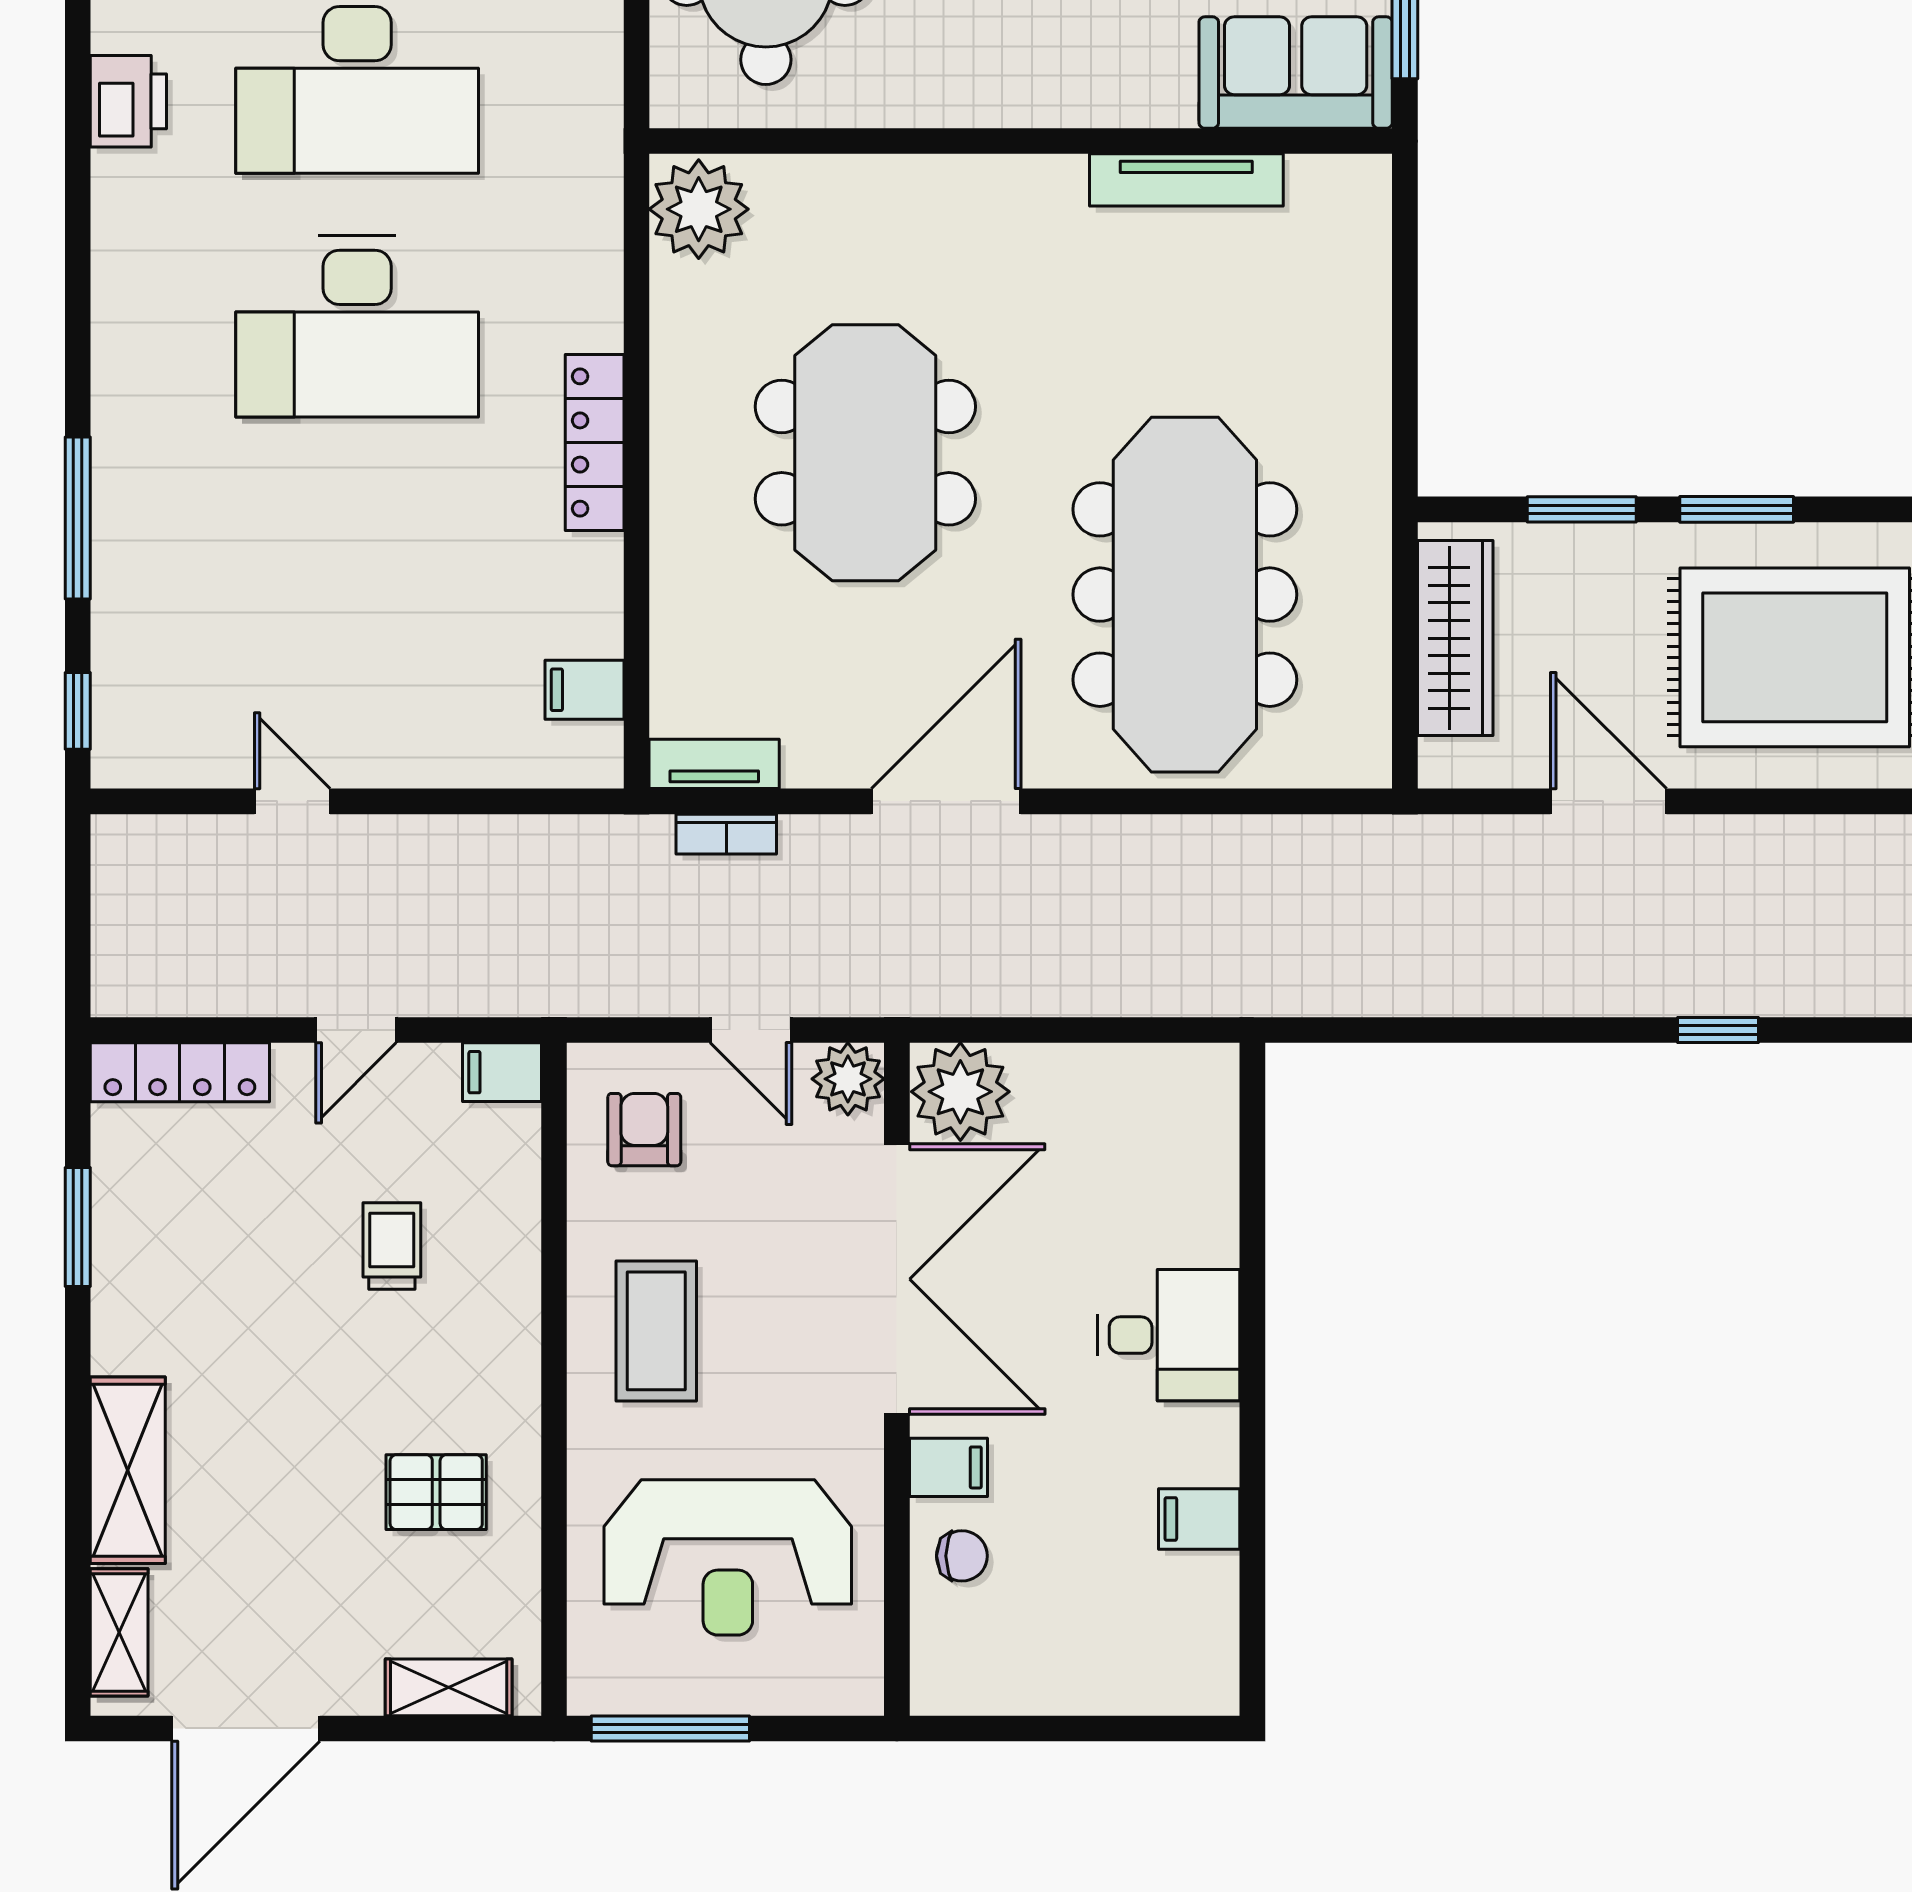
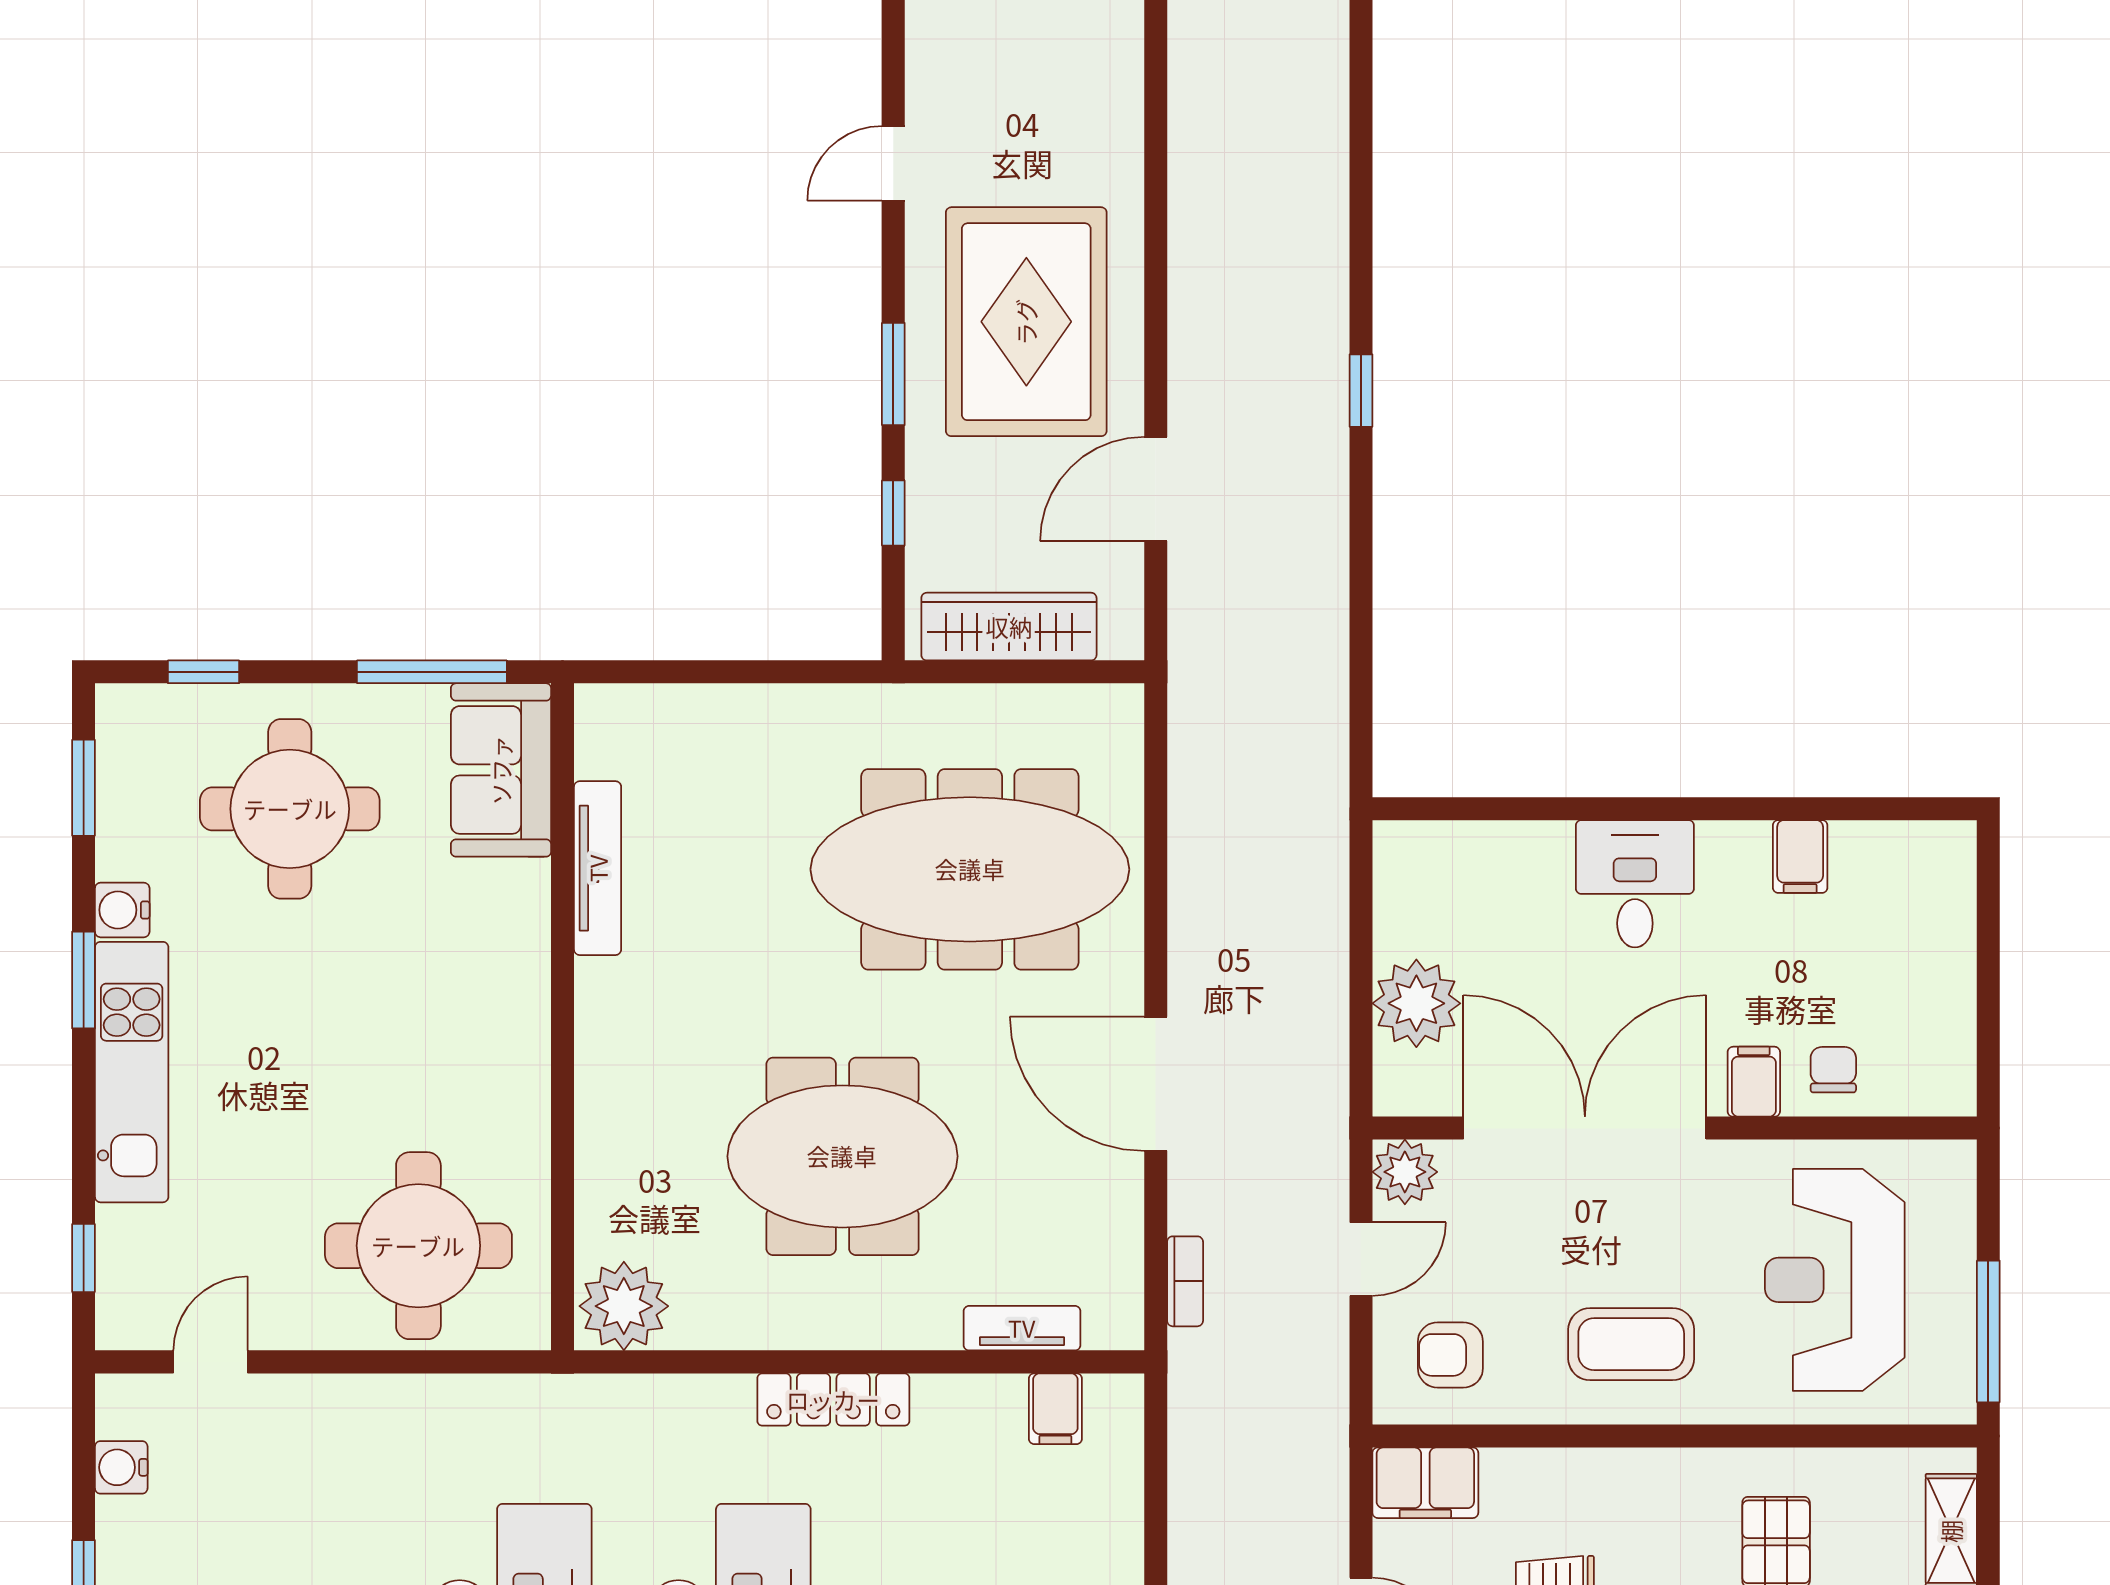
window: (1582, 509) -> (893, 513), width x0.67
tv unit: (714, 764) -> (1022, 1328), moved, turned 90
filing cabinet: (502, 1072) -> (1425, 1483), width x2.00
plant: (960, 1092) -> (1416, 1003), moved
reception desk: (728, 1557) -> (1835, 1280), turned 180

